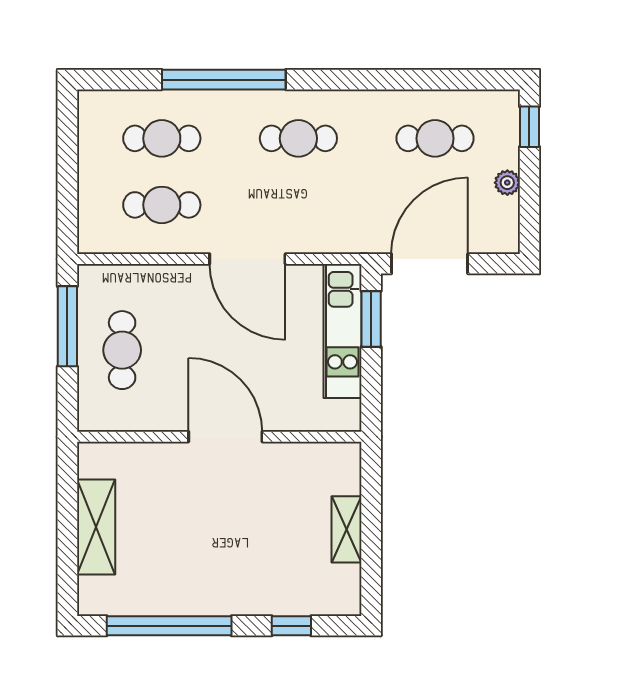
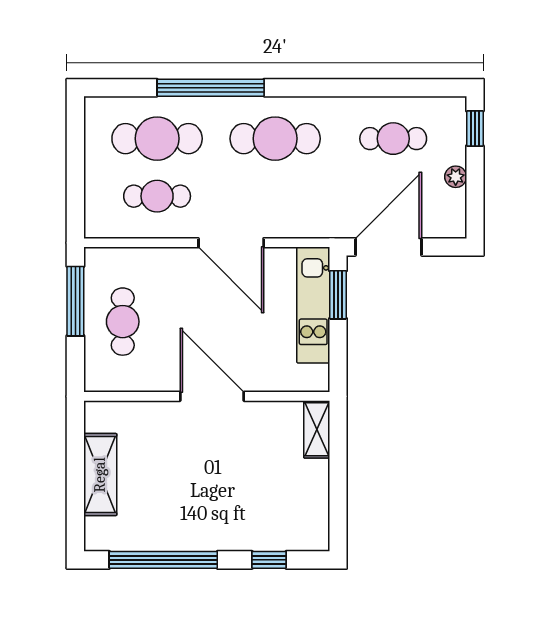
cafe table: (162, 138) -> (157, 139), width x1.37, depth x1.35
cafe table: (298, 138) -> (275, 139), width x1.37, depth x1.35
shelving: (346, 529) -> (317, 429), moved

